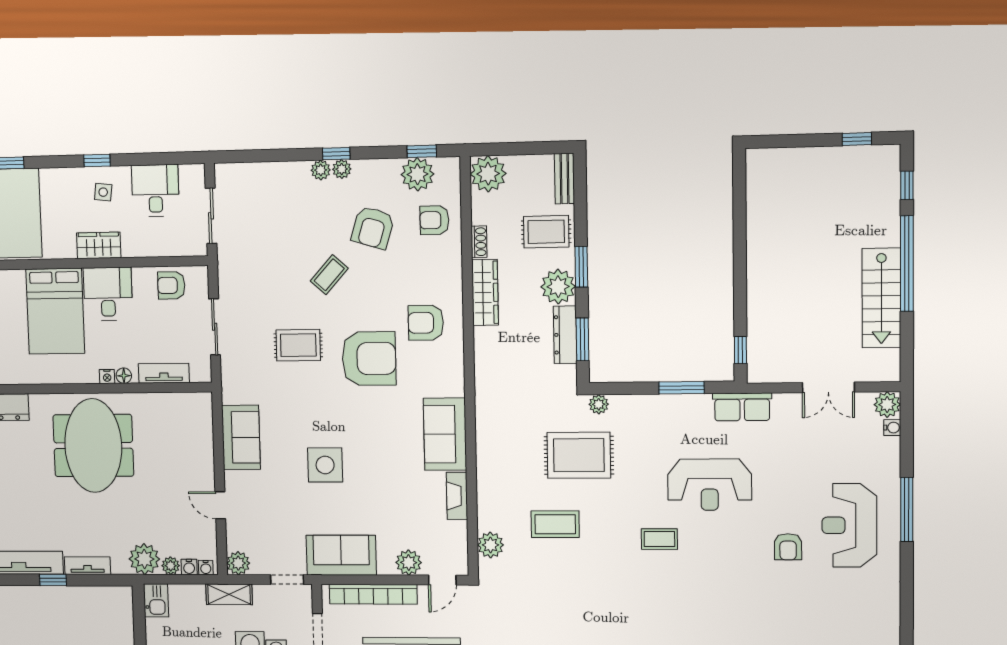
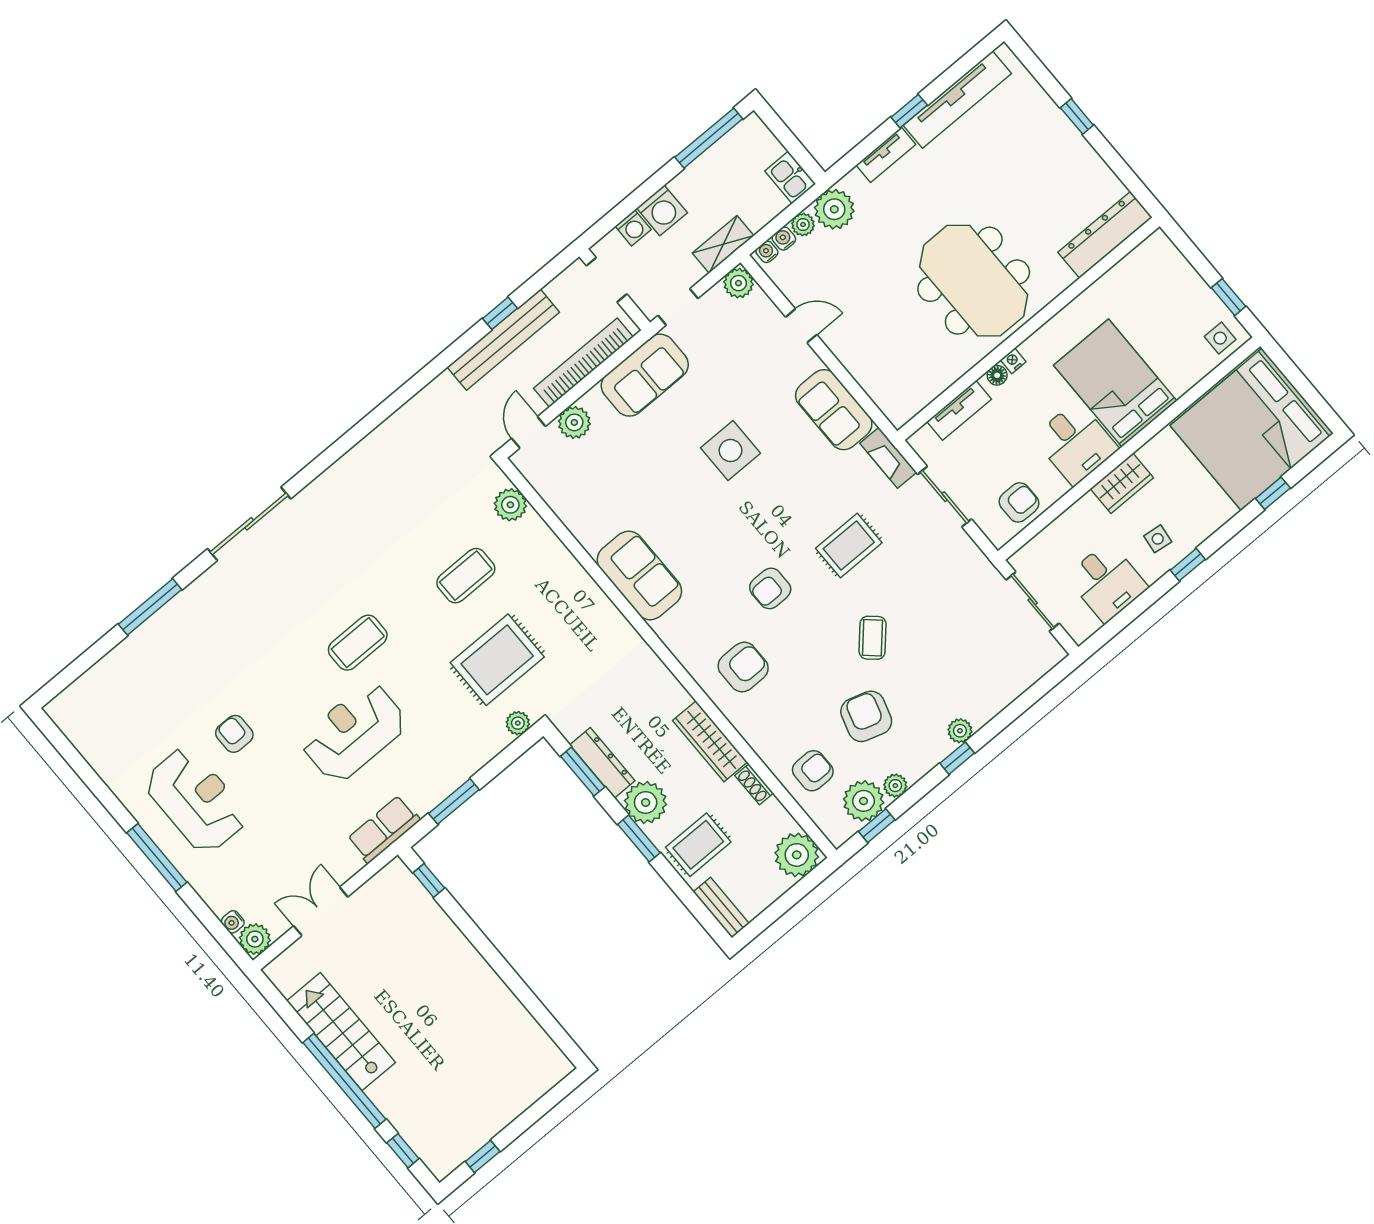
plant: (342, 169) -> (895, 786), moved
armchair: (369, 359) -> (770, 588), width x0.53, depth x0.53
fireplace: (457, 496) -> (888, 458), moved, turned 180
coffee table: (659, 539) -> (358, 643), width x1.36, depth x1.30

